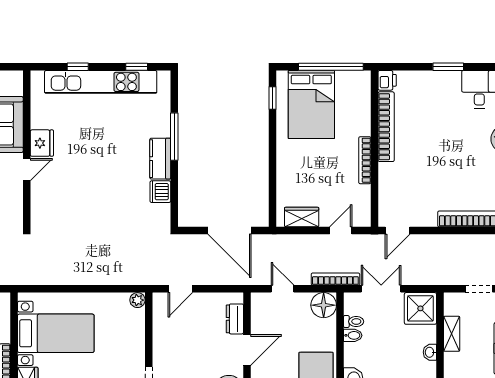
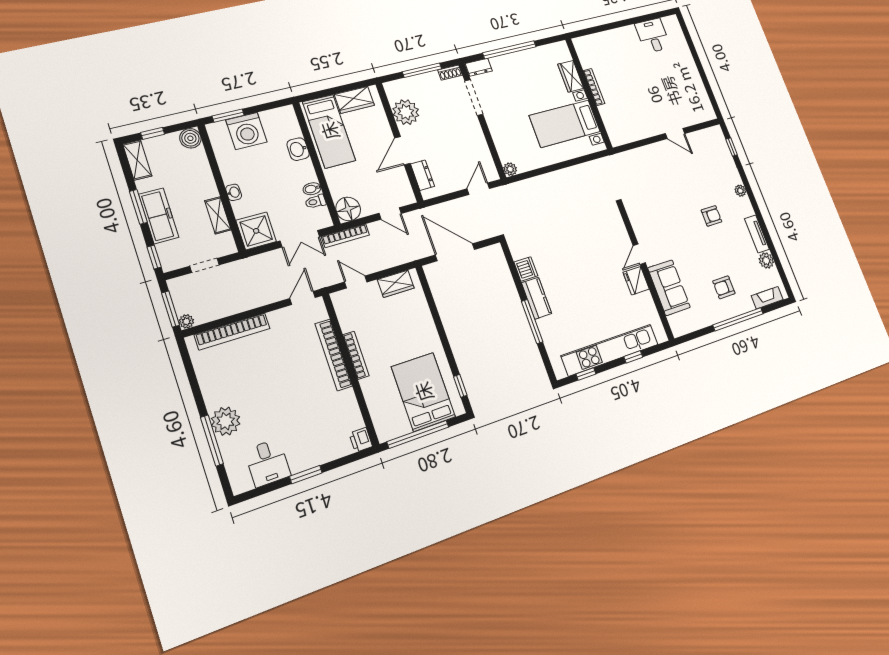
bookcase: (386, 127) -> (334, 355), moved
door: (341, 231) -> (356, 282), swing flipped

